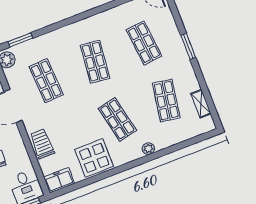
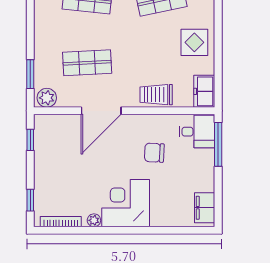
display table: (94, 158) -> (194, 42), width x0.73, depth x0.73

